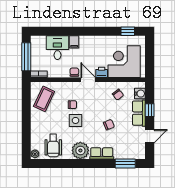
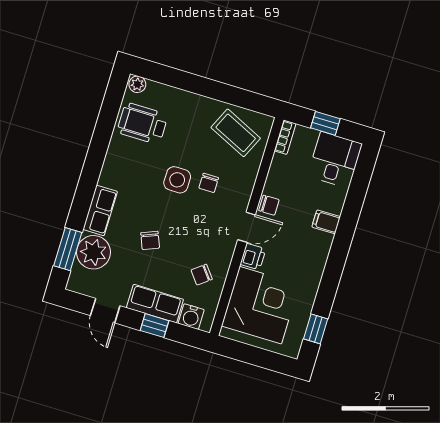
desk: (57, 48) -> (335, 160), moved, turned -90
window: (26, 57) -> (325, 123), width x0.46
plant: (80, 150) -> (93, 252), moved

